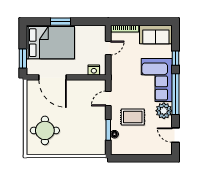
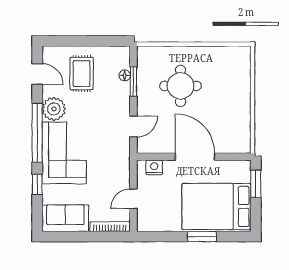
door: (53, 77) -> (195, 157), moved
rug: (133, 117) -> (82, 74), moved, turned 90
round table: (45, 130) -> (181, 86), moved

